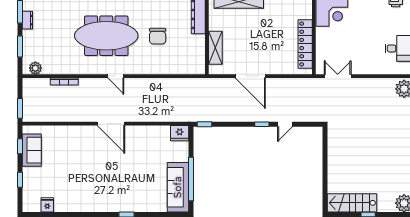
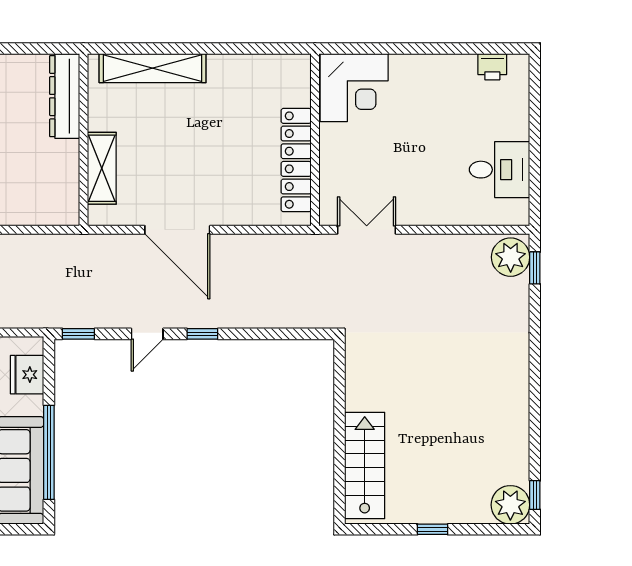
door: (285, 124) -> (147, 334), moved
fridge: (180, 133) -> (27, 375), moved, turned 90
stairs: (352, 203) -> (365, 466), moved, turned 90

